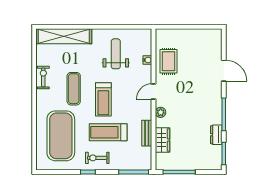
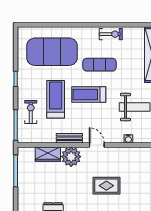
rug: (168, 61) -> (106, 186), moved
plant: (161, 112) -> (71, 157), width x1.88, depth x1.88
bench: (147, 133) -> (69, 138), moved
exercise bike: (97, 158) -> (31, 112), moved

